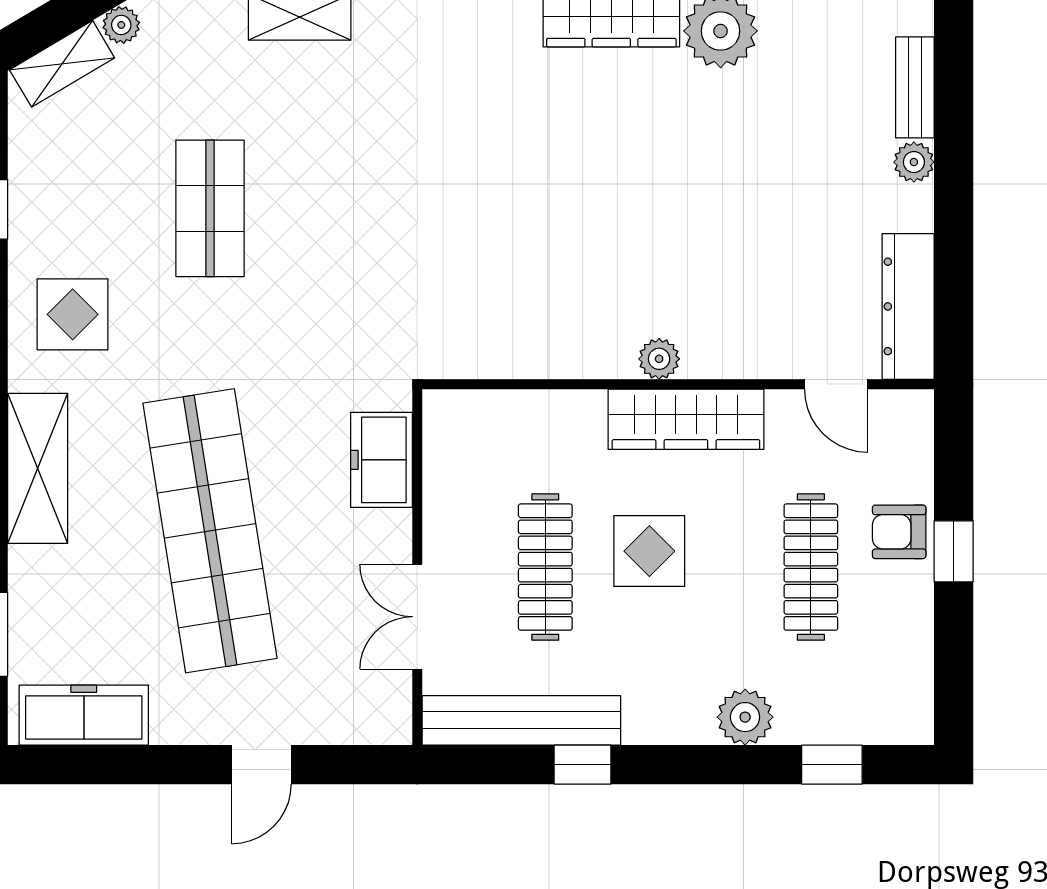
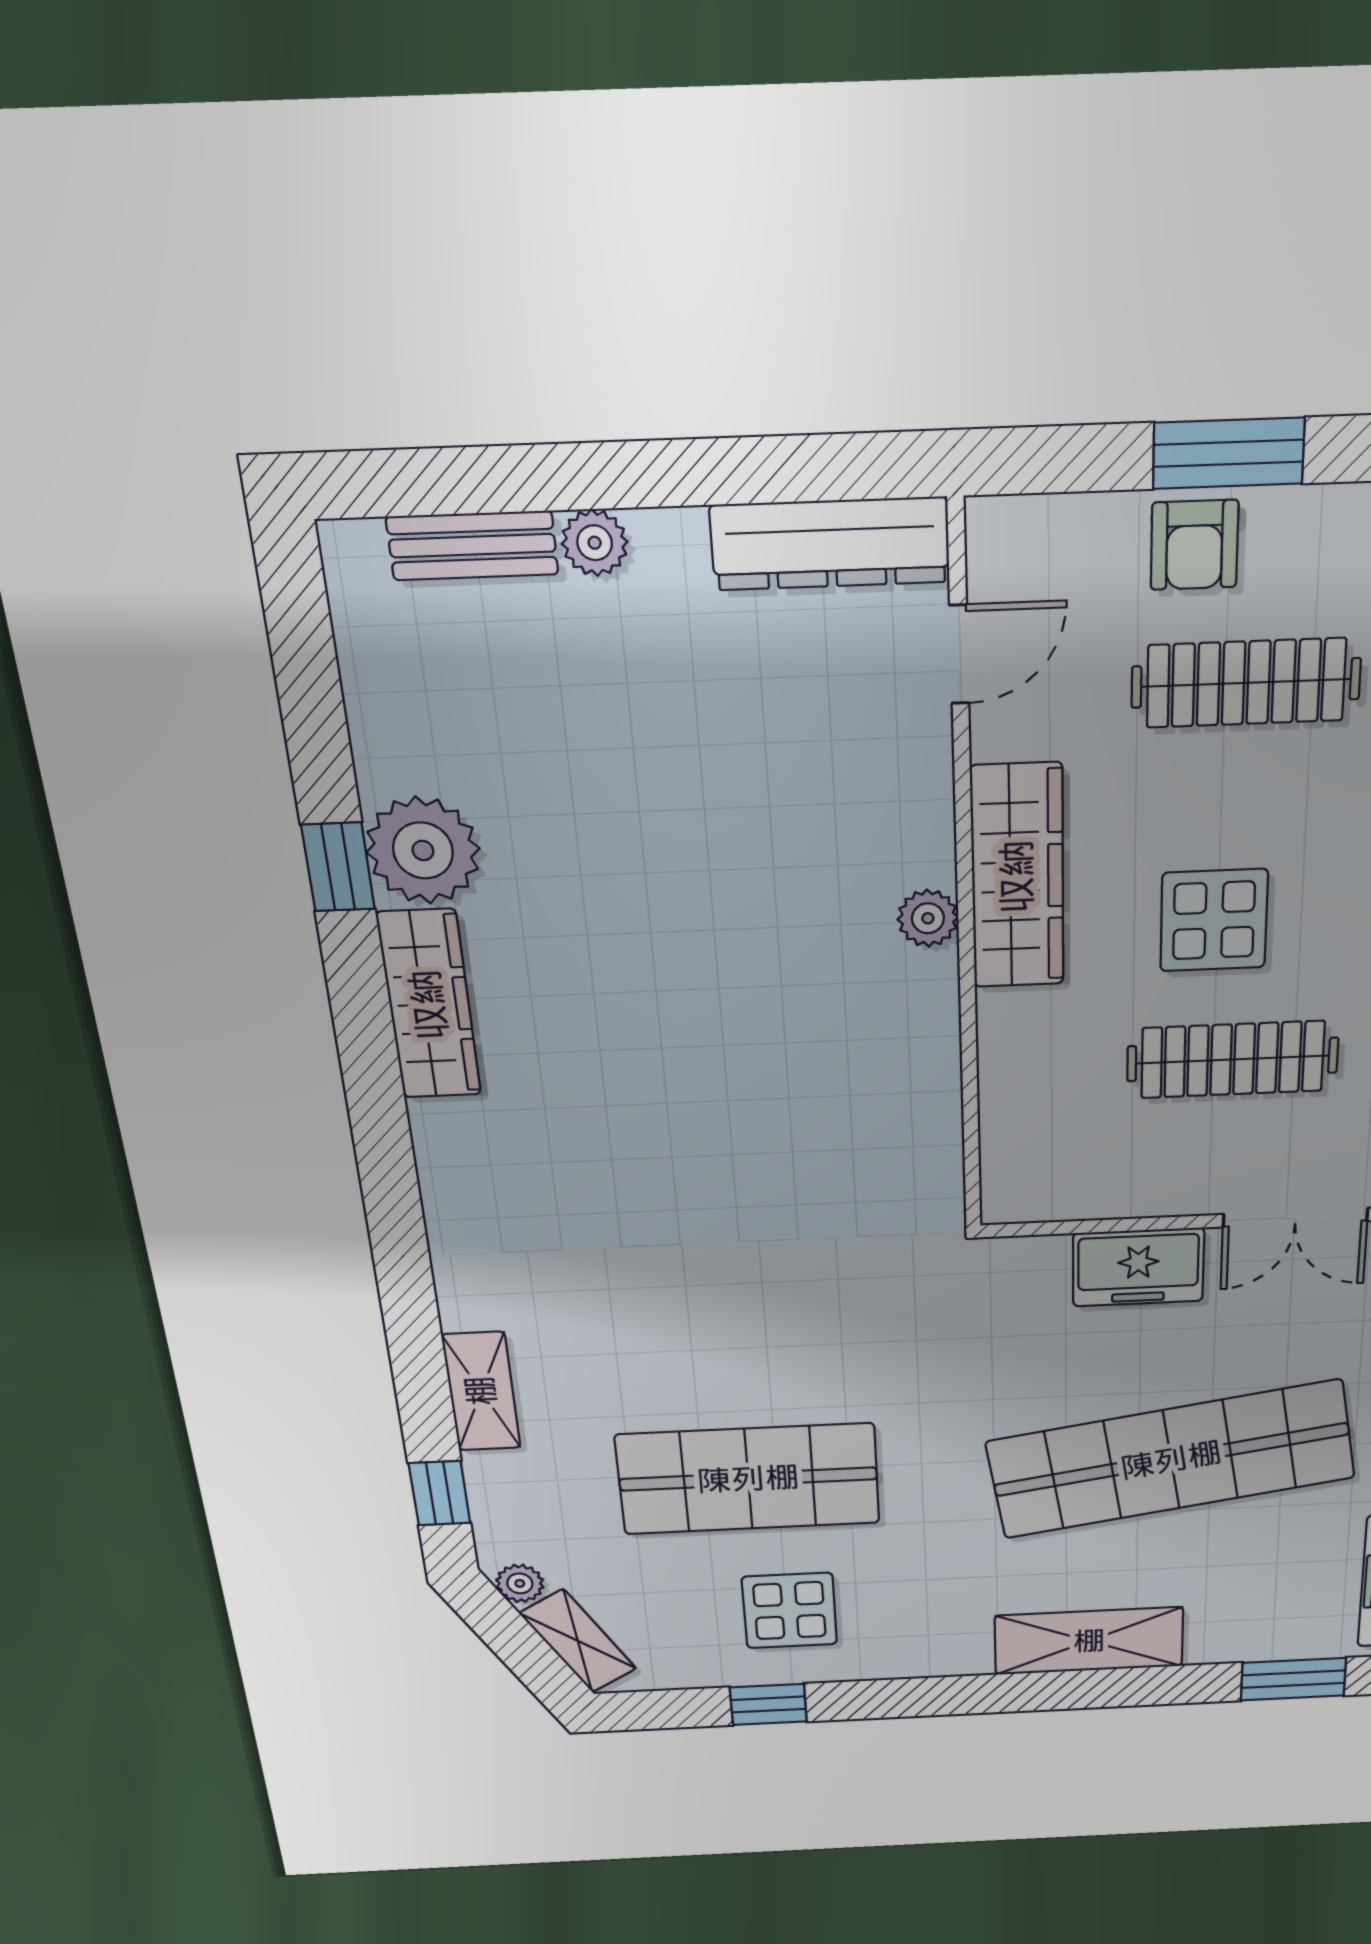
shop shelf: (210, 208) -> (748, 1479), width x1.43, depth x1.36
display table: (73, 314) -> (790, 1611), moved
freezer: (381, 460) -> (1138, 1267), moved
window: (954, 551) -> (1228, 453), width x1.50

